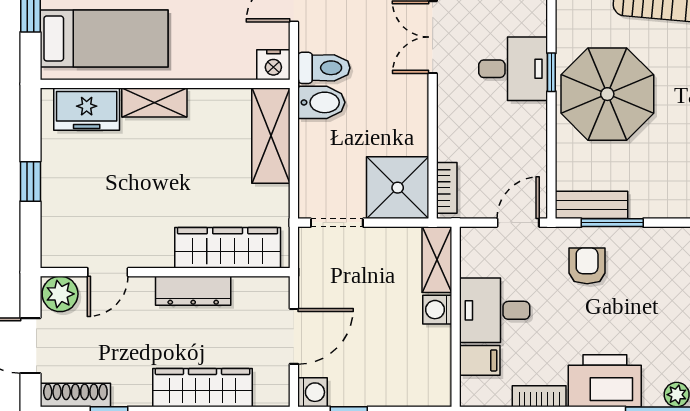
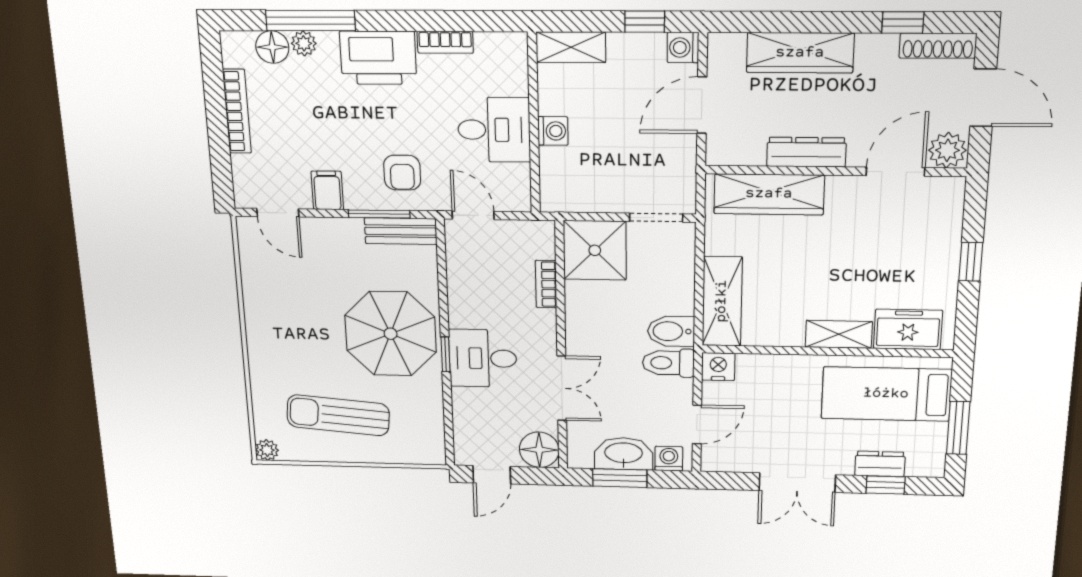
bookcase: (447, 188) -> (546, 284), moved
door: (518, 223) -> (473, 215), swing flipped
shelving: (437, 260) -> (571, 47), moved, turned 90
door: (108, 272) -> (896, 172), width x1.38
filing cabinet: (480, 360) -> (327, 190), moved, turned 90

